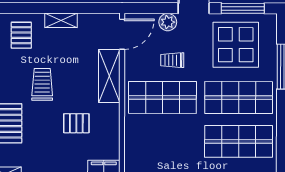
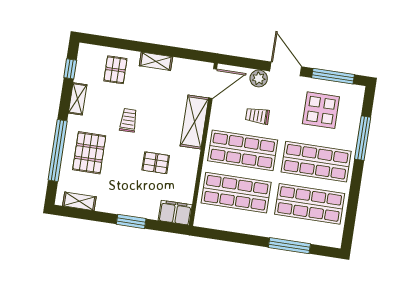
display table: (236, 45) -> (321, 110), width x0.73, depth x0.73
trolley: (42, 84) -> (128, 120), width x0.73, depth x0.72
shop shelf: (162, 141) -> (236, 193), added

